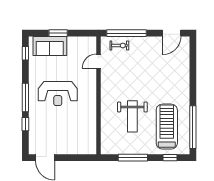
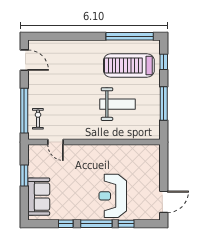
window: (58, 33) -> (24, 175), moved
window: (25, 53) -> (66, 224), moved
reception desk: (58, 94) -> (113, 196), moved, turned 180

